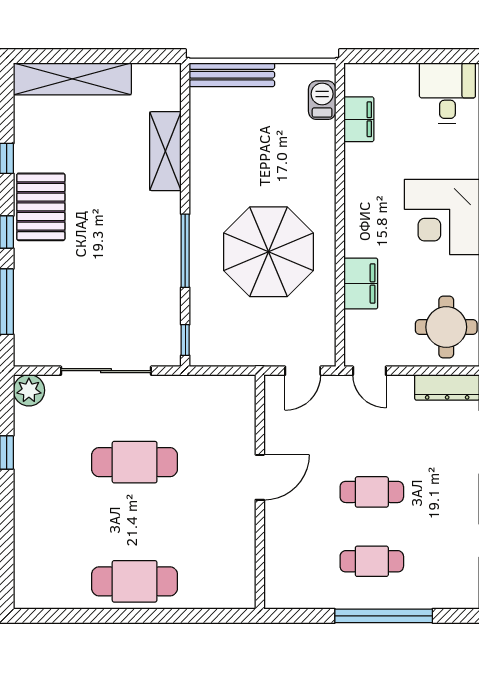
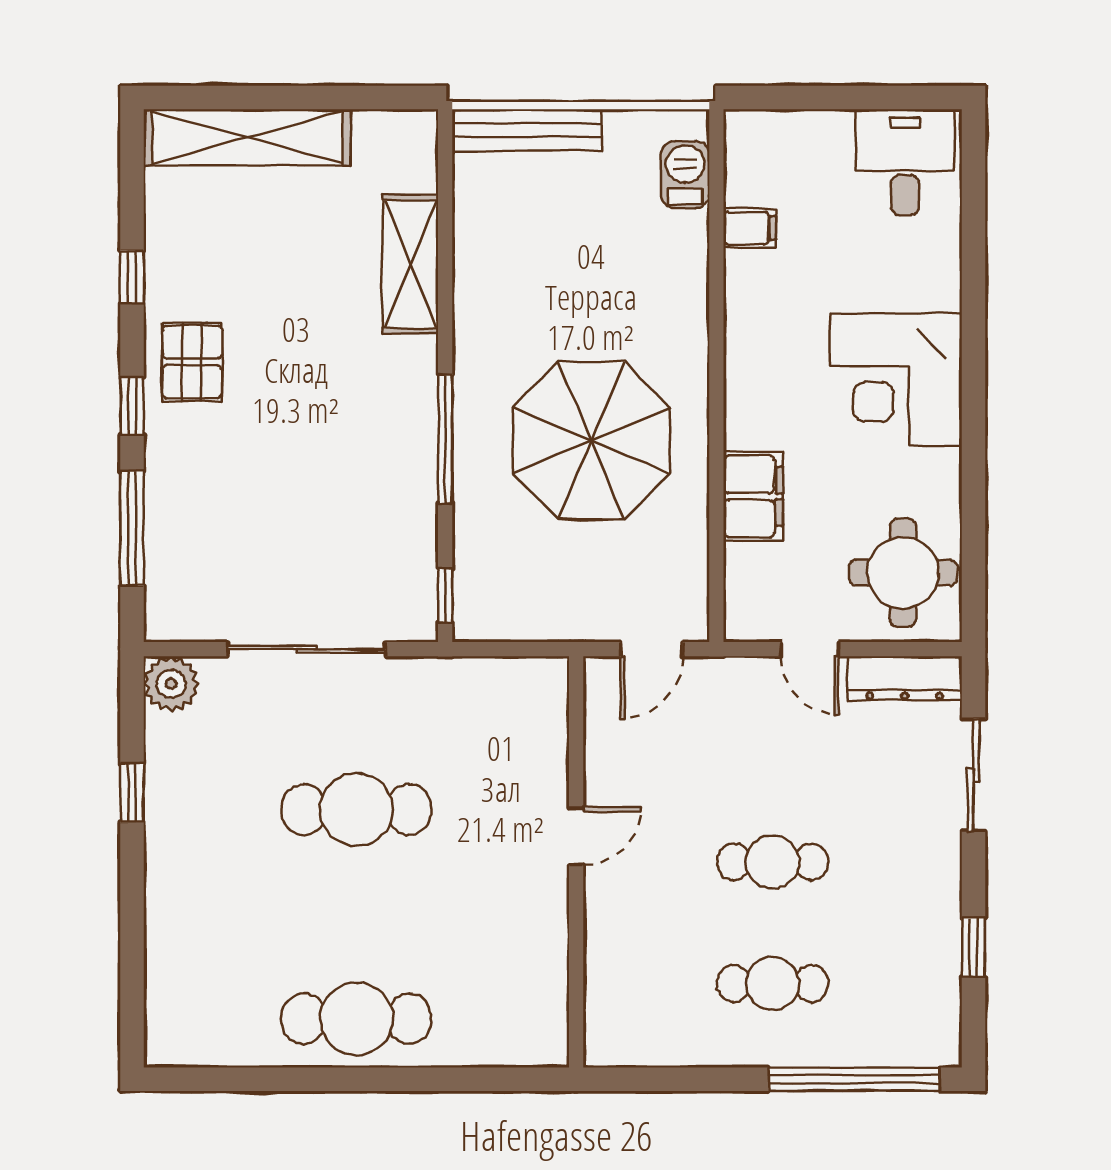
filing cabinet: (359, 119) -> (750, 228), width x0.50
pallet: (41, 207) -> (192, 362), width x0.67, depth x0.71
door: (369, 371) -> (810, 649), moved
door: (260, 477) -> (576, 836), width x0.73
window: (384, 616) -> (854, 1079), moved

